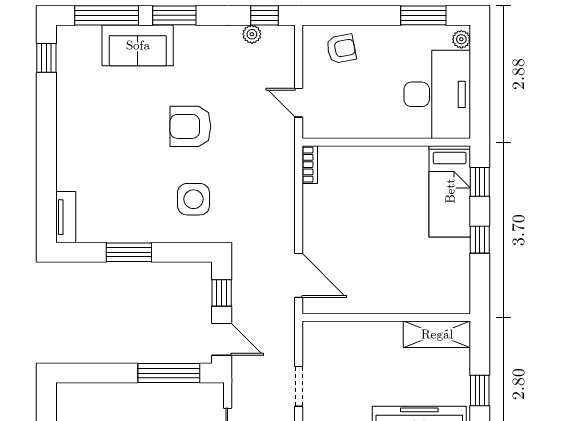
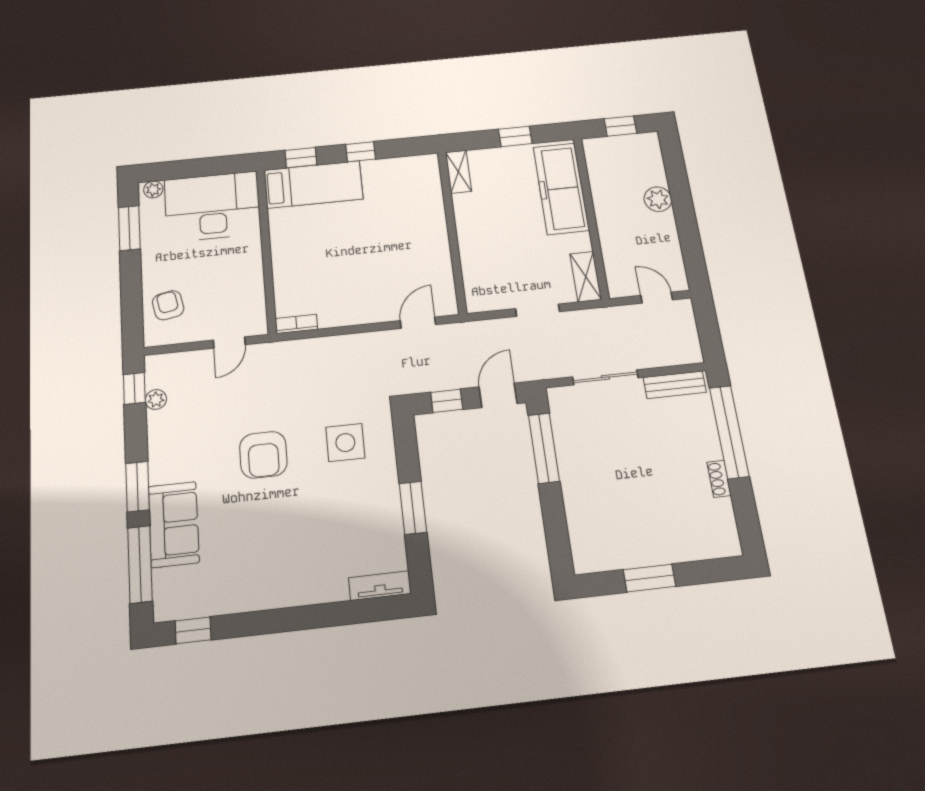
door: (299, 275) -> (418, 323), width x0.73
shelving: (437, 334) -> (458, 172), width x0.67, depth x0.75

